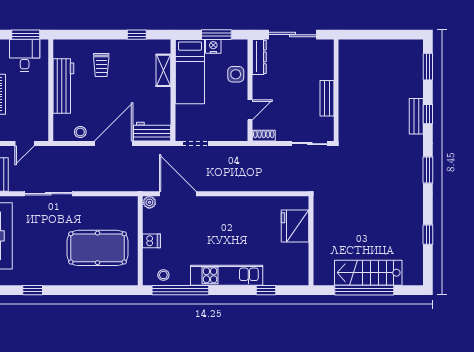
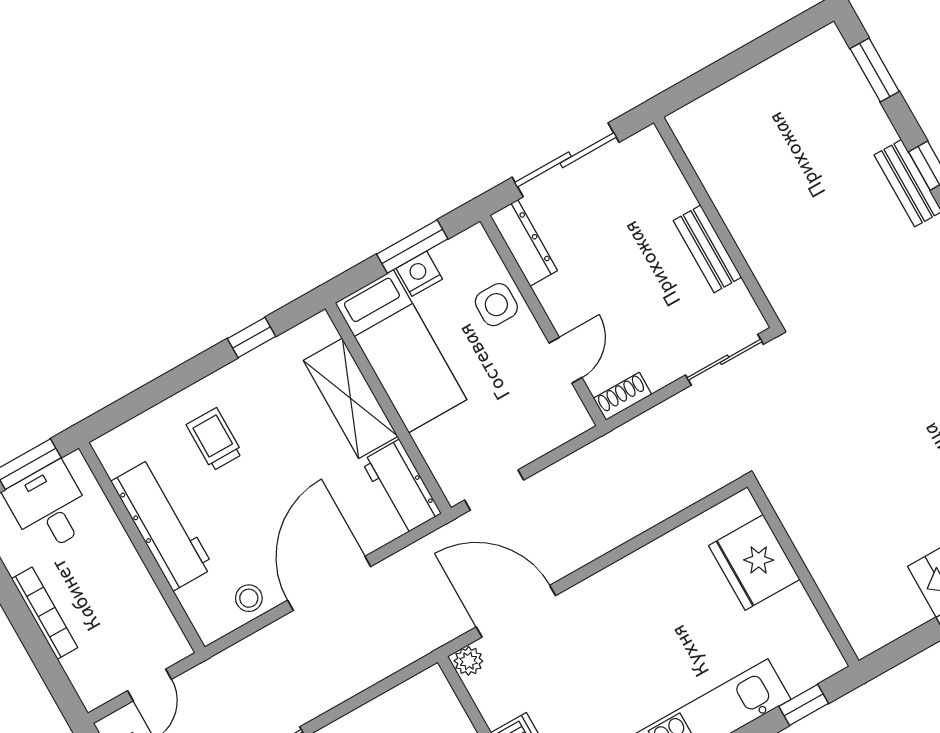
trolley: (101, 65) -> (214, 439), turned 180
shelving: (163, 70) -> (351, 398), width x1.50, depth x1.33
workbench: (152, 132) -> (401, 487), moved, turned -90
fridge: (295, 226) -> (754, 562), moved
wall: (311, 241) -> (803, 574), moved

